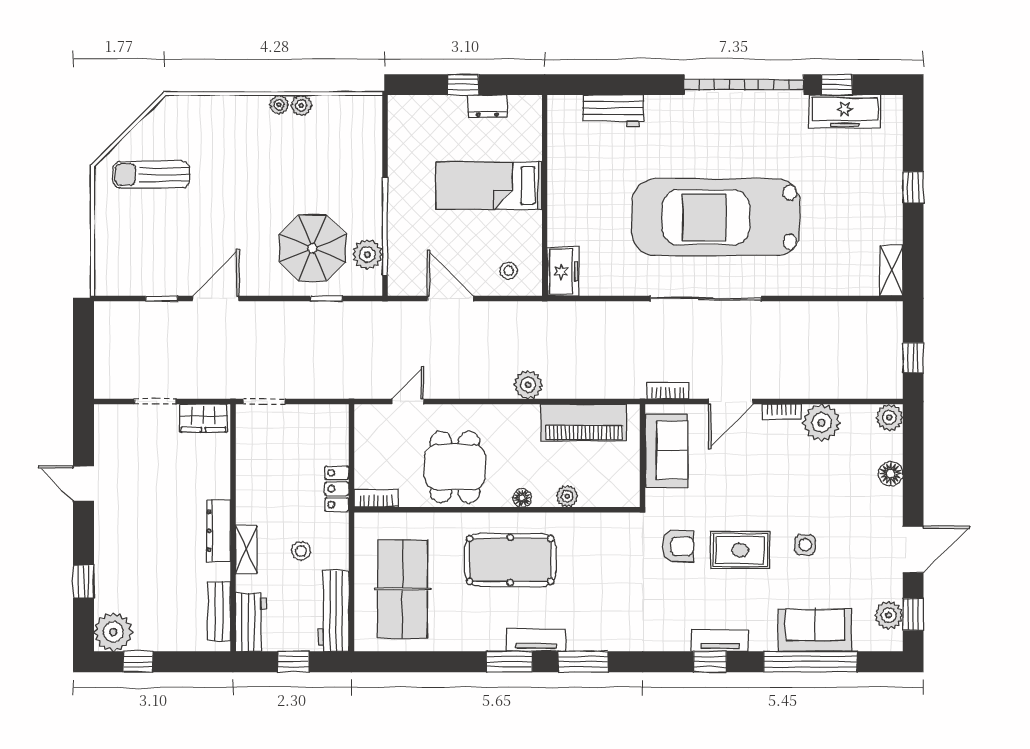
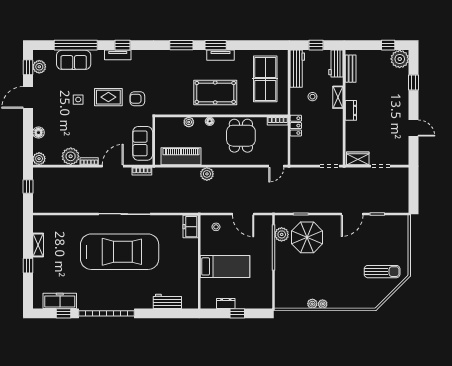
shelving: (891, 270) -> (38, 245), moved
door: (408, 402) -> (276, 166), moved
dresser: (218, 531) -> (351, 110), width x0.70
tv unit: (536, 640) -> (220, 55), moved

